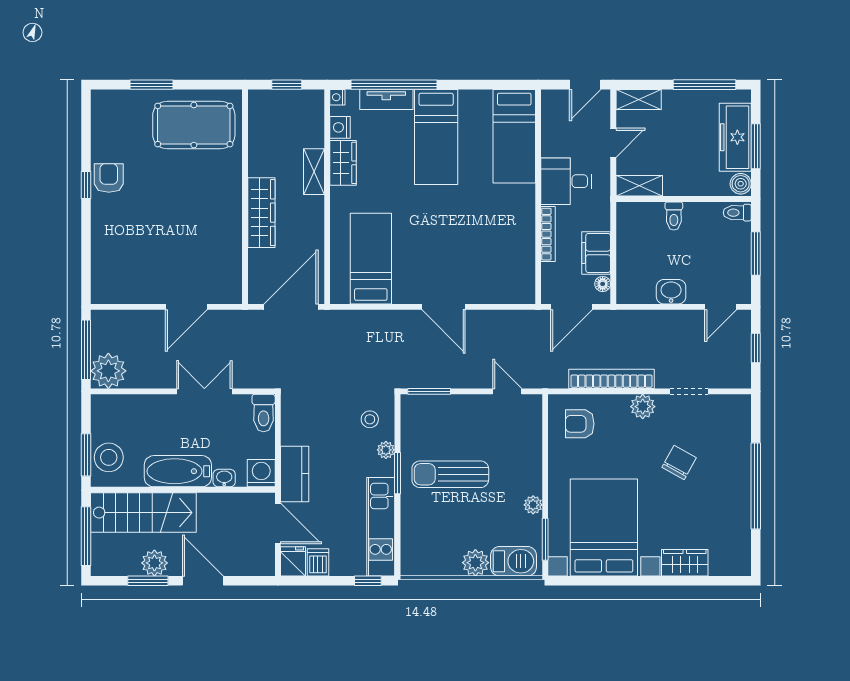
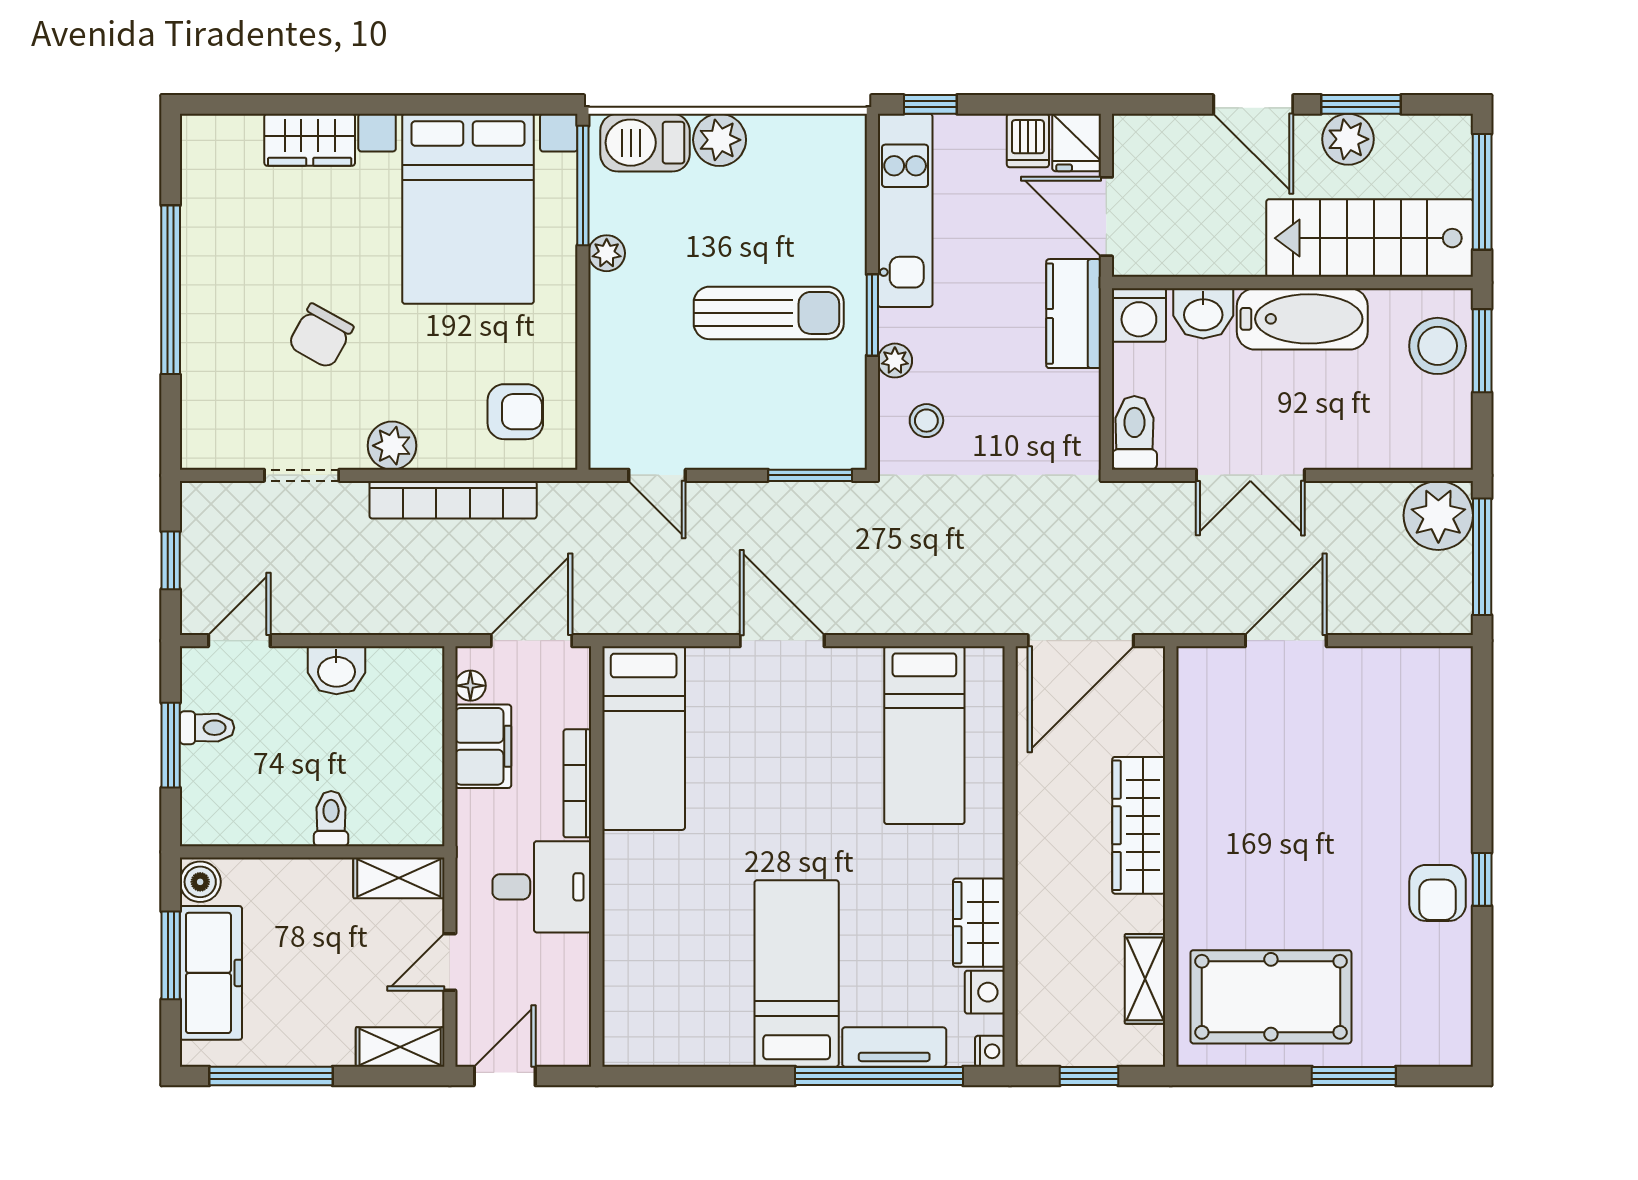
bed: (514, 136) -> (644, 738), moved, turned 180
shelving: (314, 172) -> (1145, 979), moved
toilet: (737, 213) -> (207, 728), moved
washbasin: (224, 478) -> (1203, 313), width x1.38, depth x1.45
window: (545, 539) -> (583, 186), width x1.44

